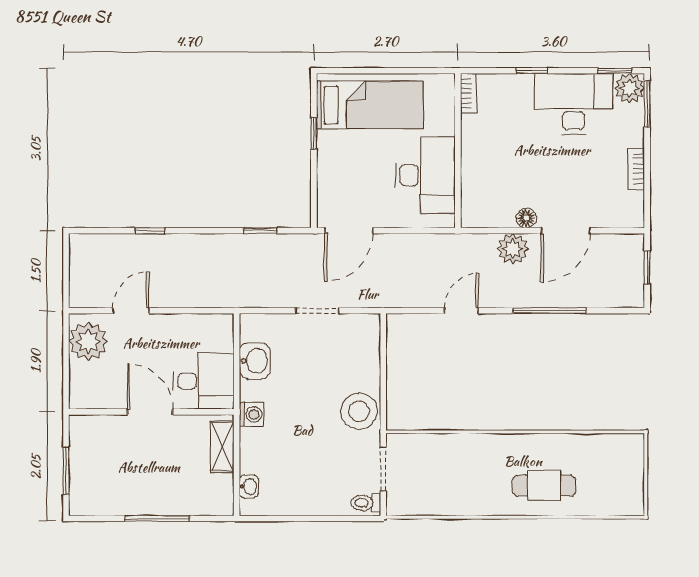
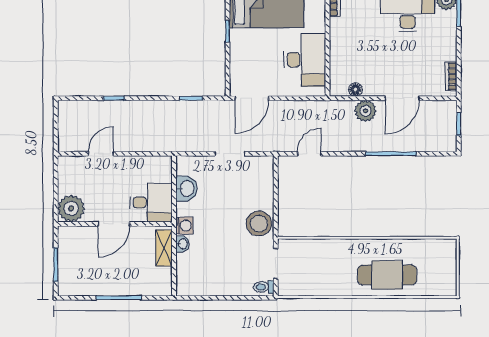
bookcase: (636, 169) -> (451, 76), moved
floor lamp: (526, 218) -> (355, 90), moved
door: (461, 311) -> (309, 154), moved
plant: (88, 341) -> (71, 208), moved
door: (150, 412) -> (114, 224), swing flipped
cafe table: (544, 485) -> (387, 275), width x1.37, depth x1.35
washbasin: (249, 486) -> (182, 244), moved

